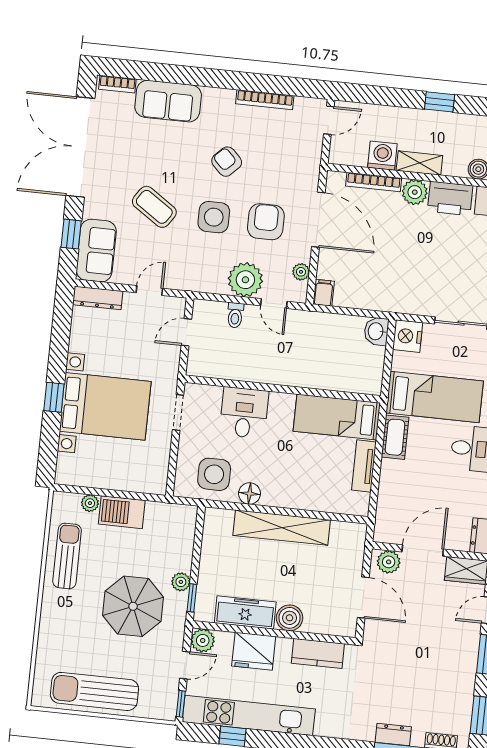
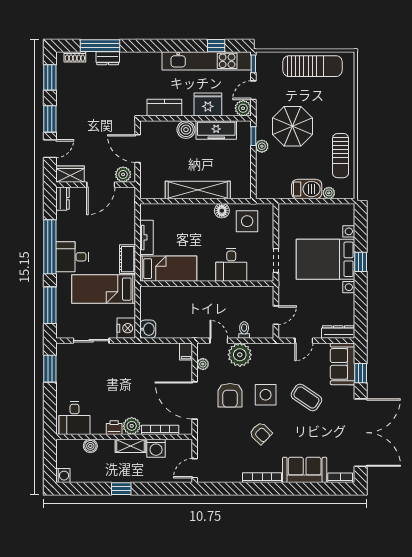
bookcase: (265, 100) -> (262, 478), moved
printer: (450, 198) -> (114, 428), width x0.53, depth x0.68

